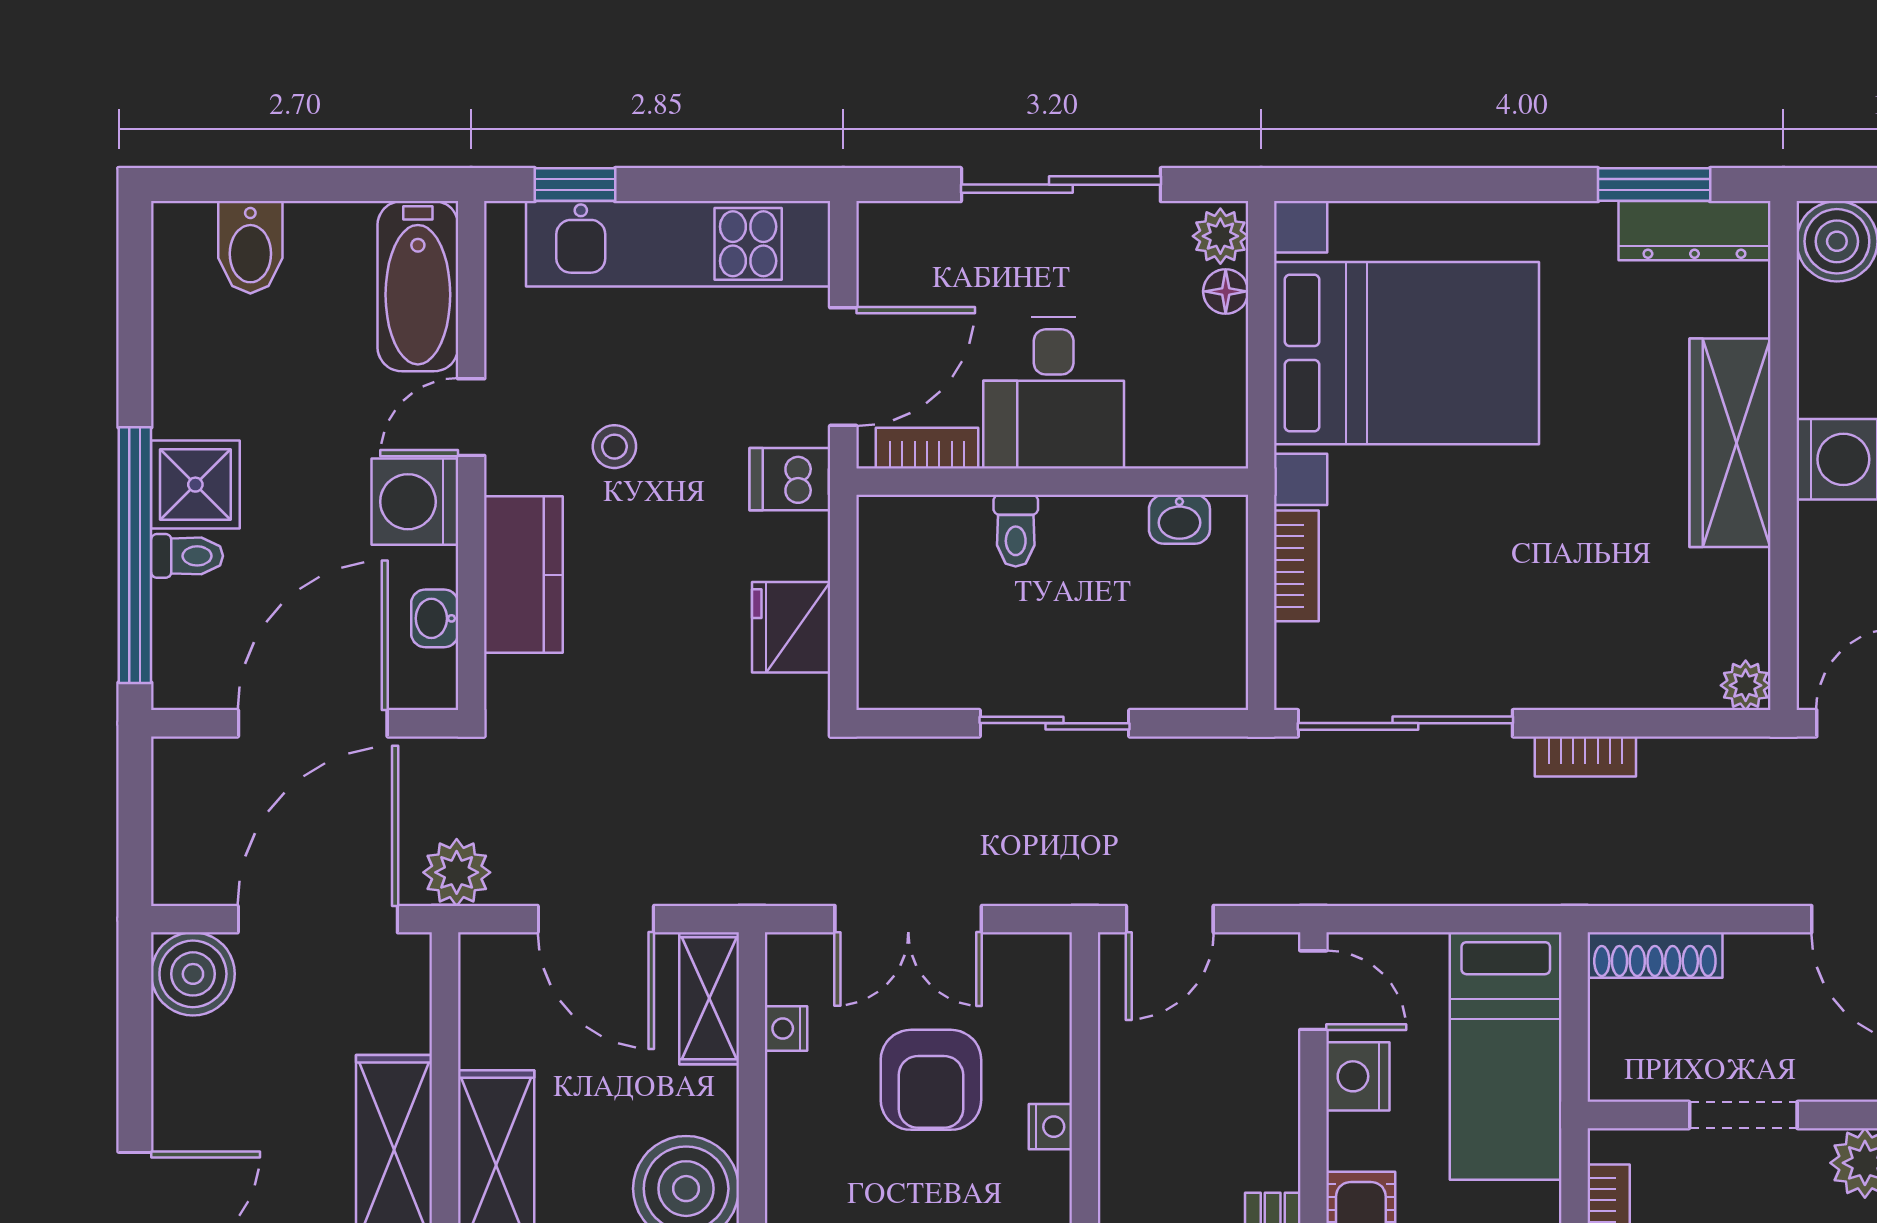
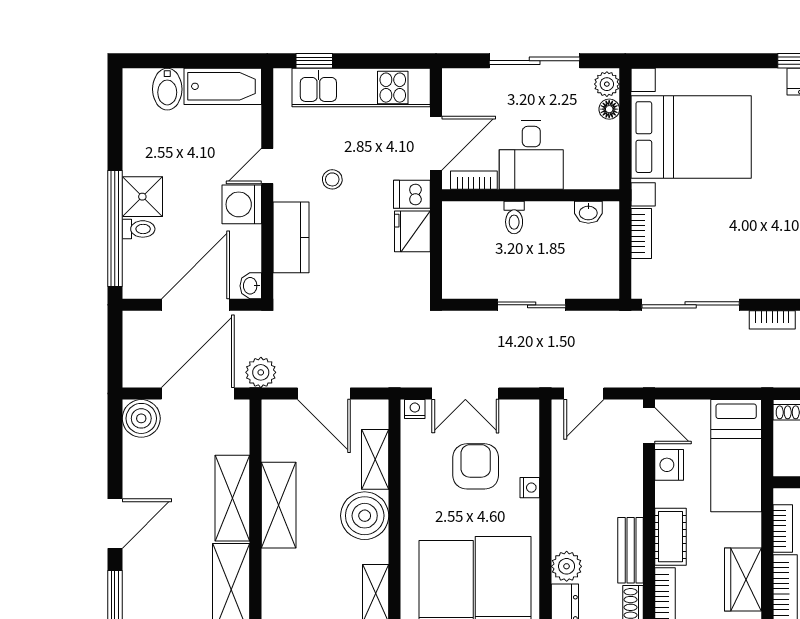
bathtub: (418, 286) -> (223, 86), moved, turned -90
washbasin: (435, 618) -> (251, 286), moved
fridge: (791, 627) -> (412, 231), moved
shelving: (709, 998) -> (375, 459), moved
nightstand: (786, 1029) -> (415, 409), moved, turned 90
armchair: (931, 1080) -> (476, 466), turned 180

